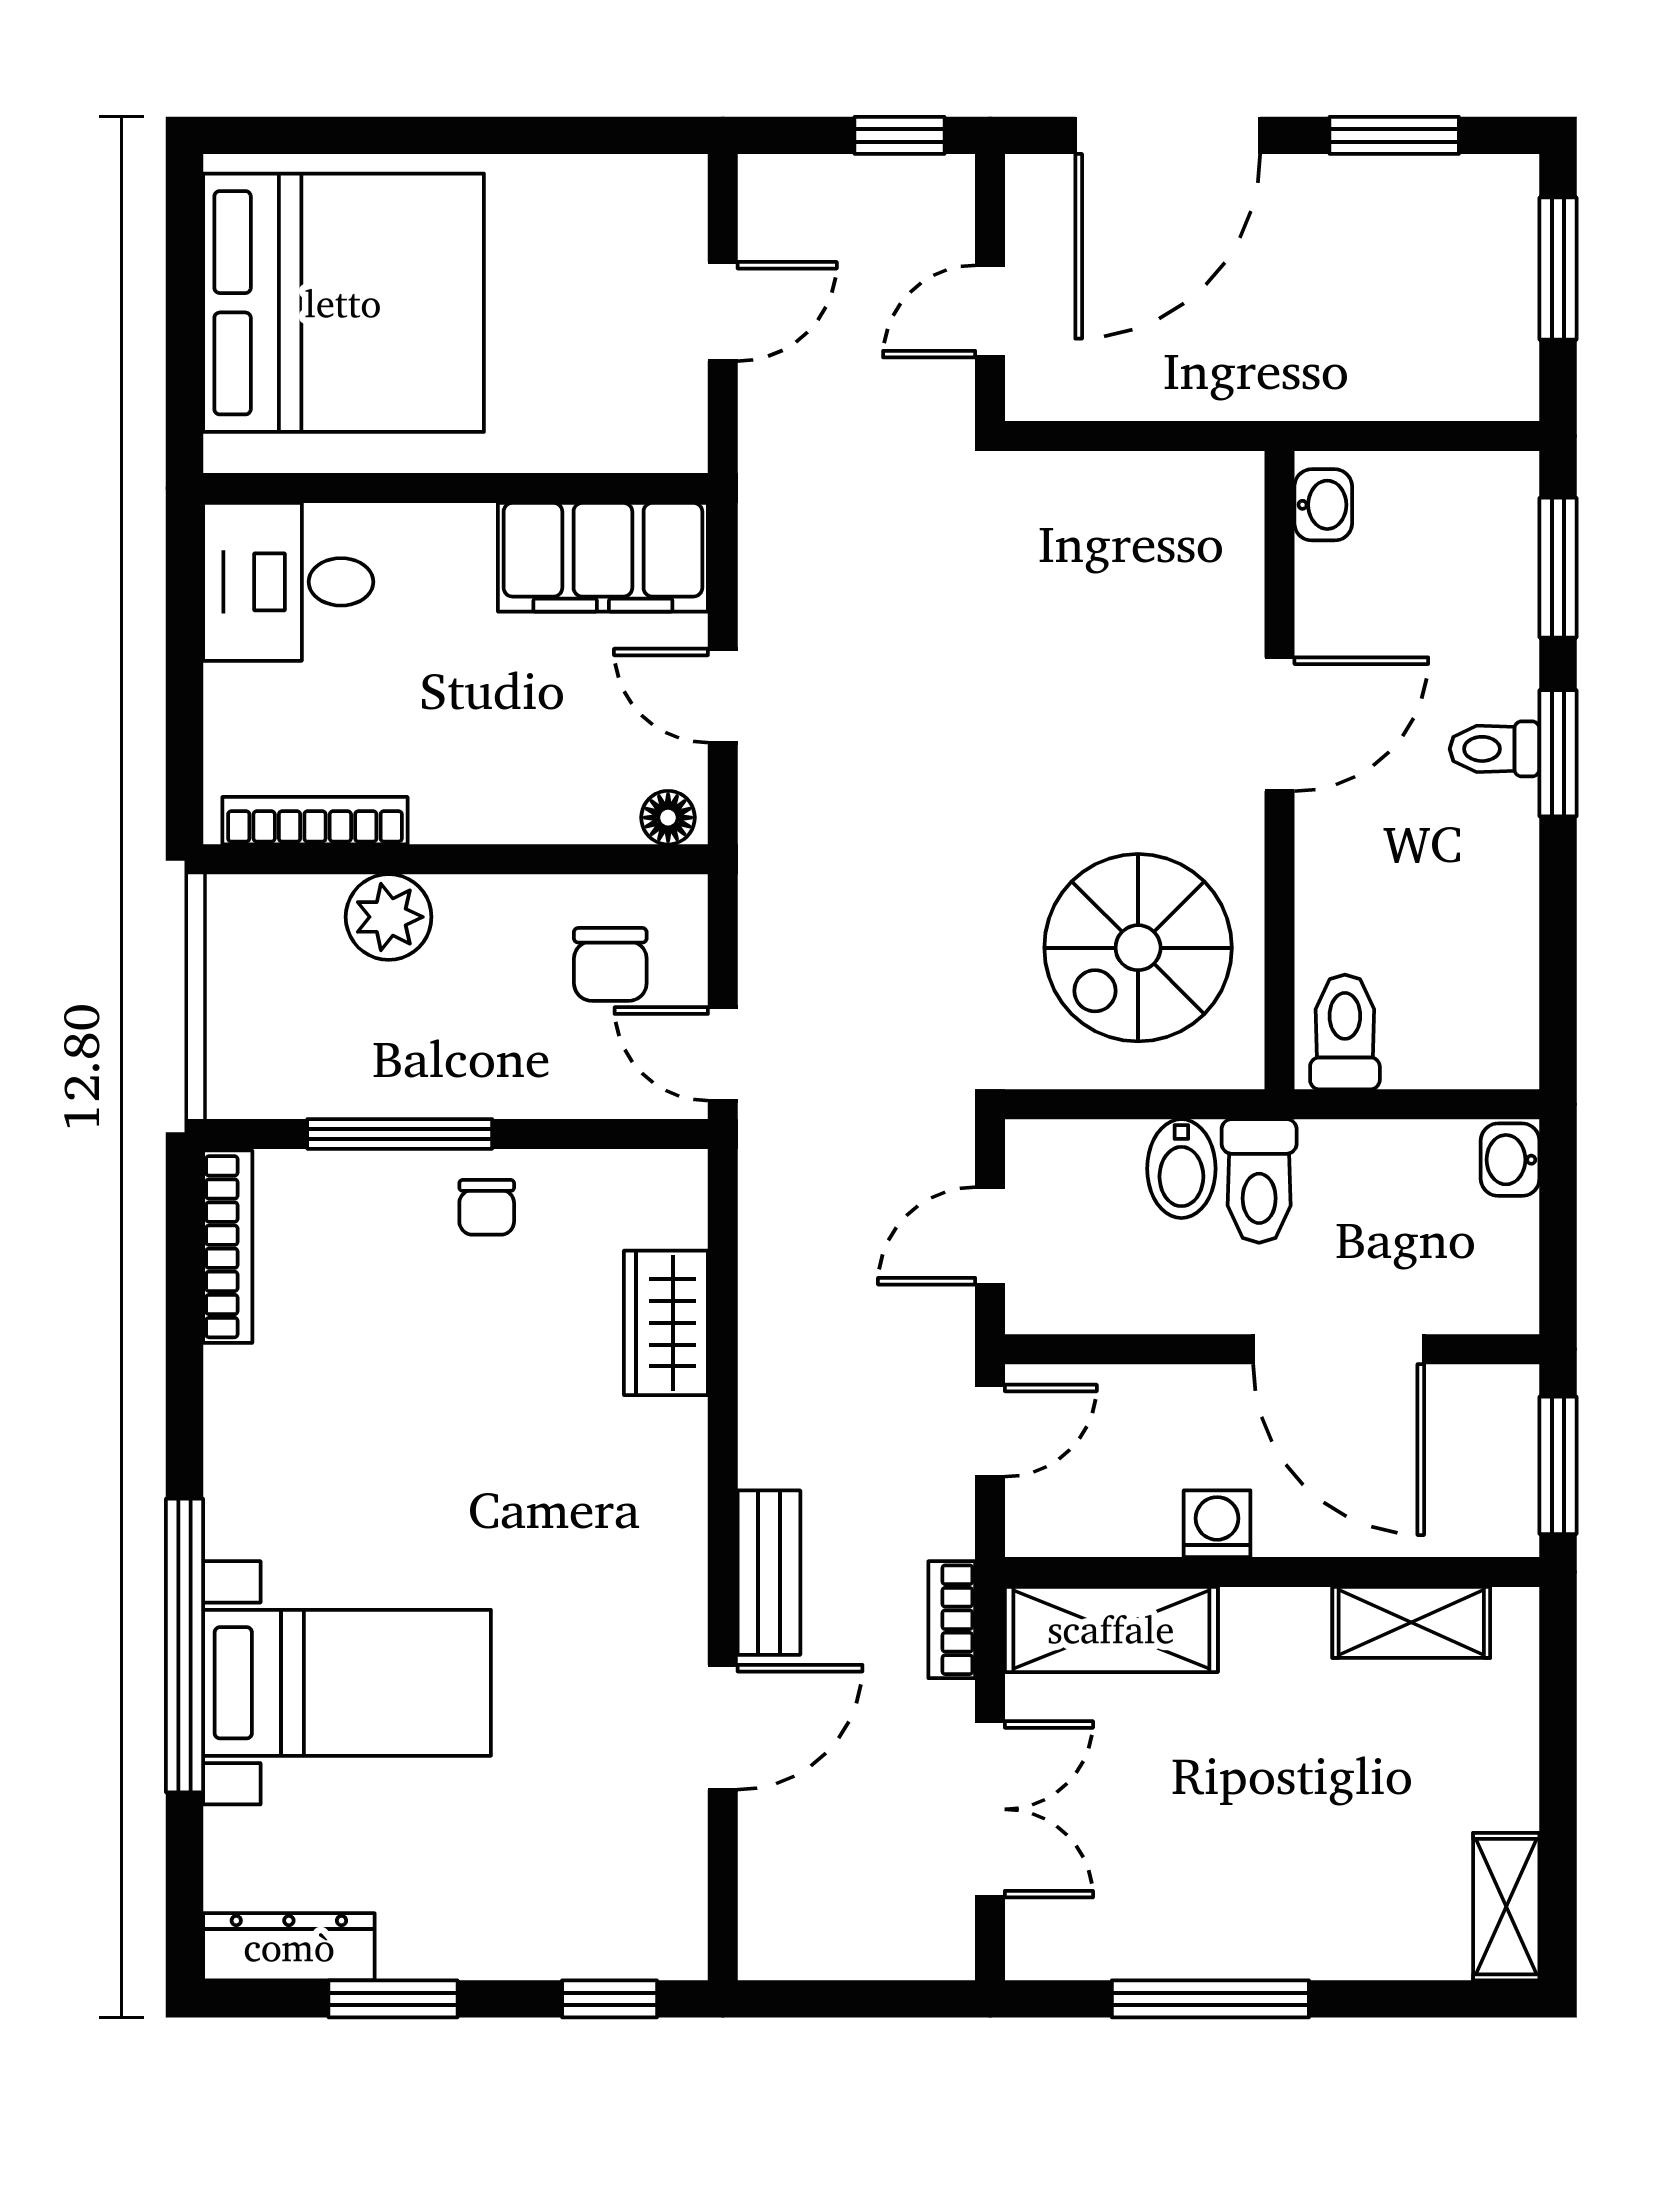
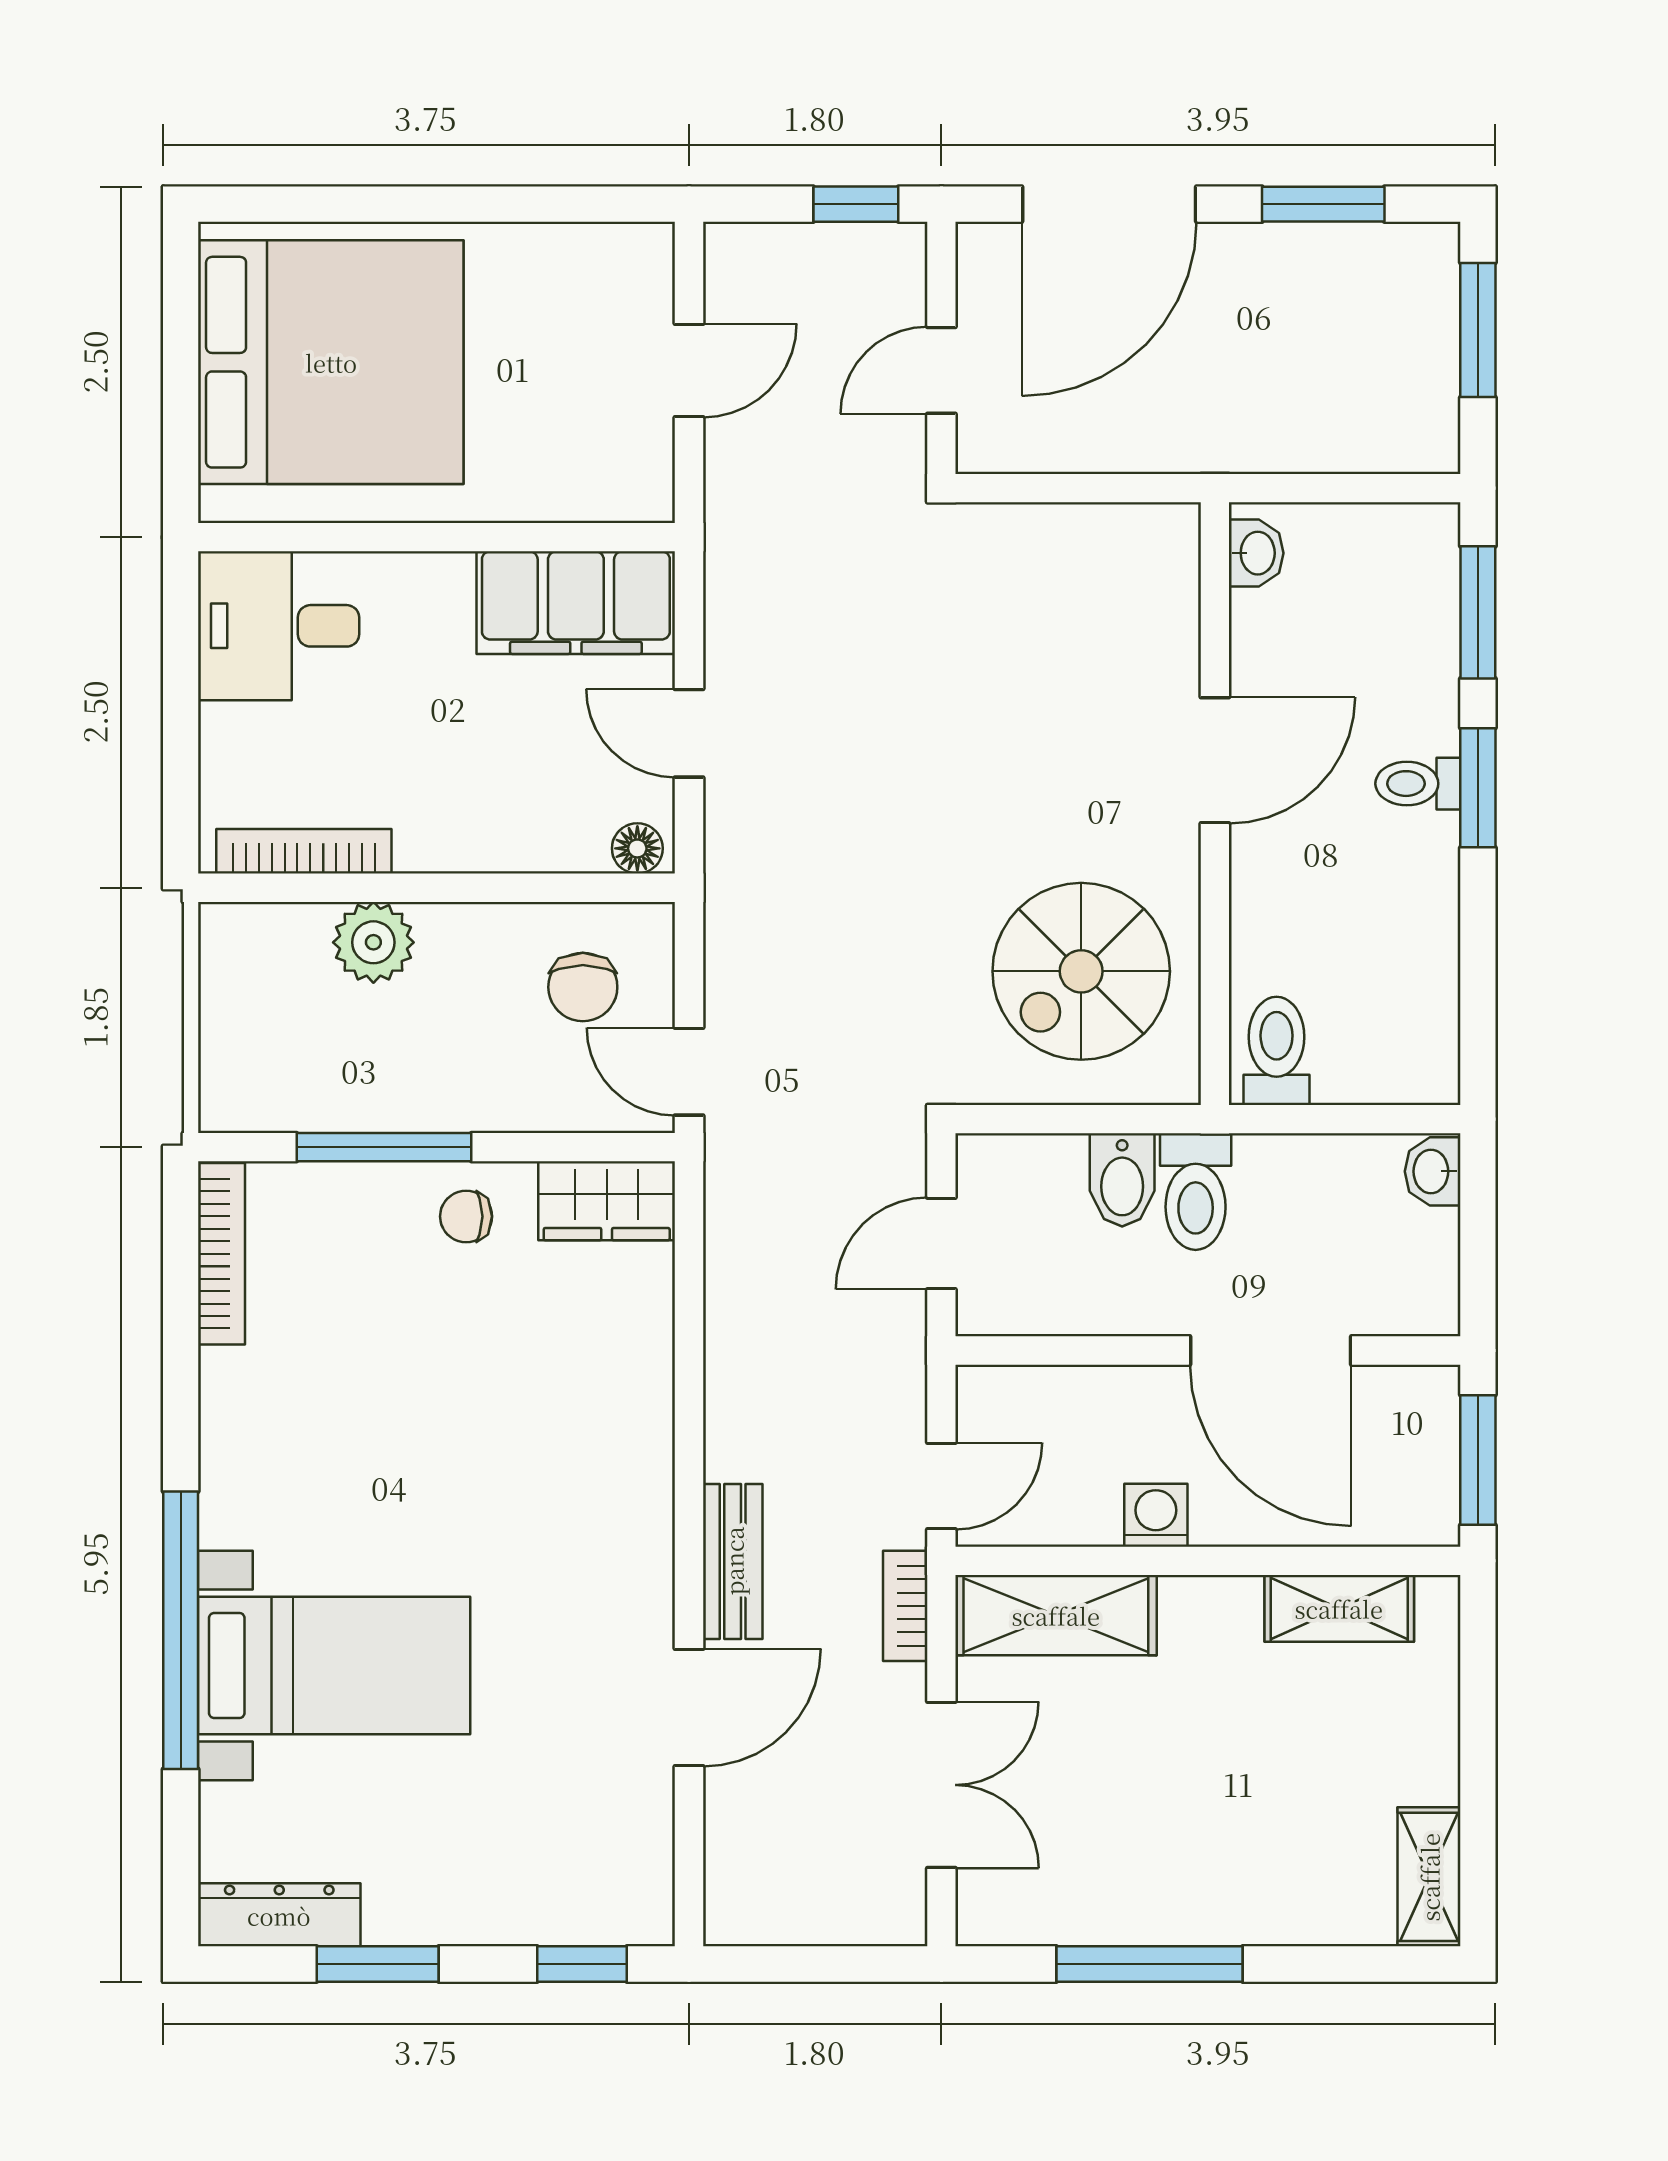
chair: (487, 1207) -> (466, 1216), turned 90
wardrobe: (666, 1323) -> (607, 1201), moved, turned -90
door: (990, 1431) -> (941, 1486), moved

